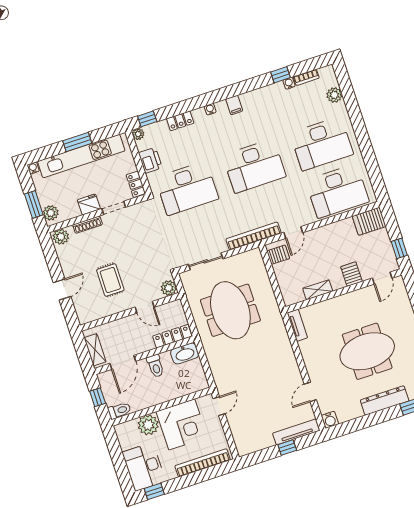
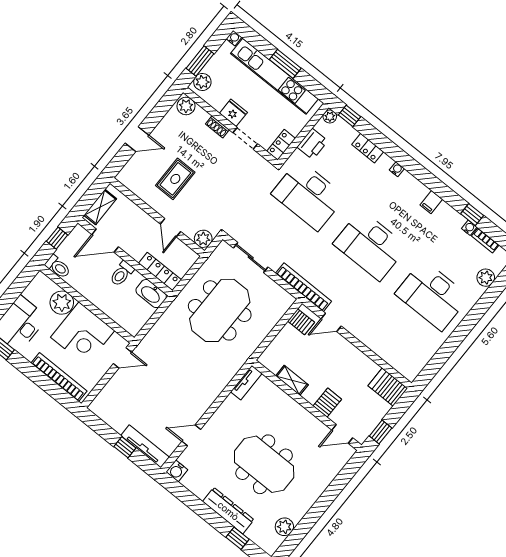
filing cabinet: (234, 105) -> (431, 202), moved
desk: (337, 191) -> (397, 339), removed
shoe rack: (88, 225) -> (217, 127), width x0.70

